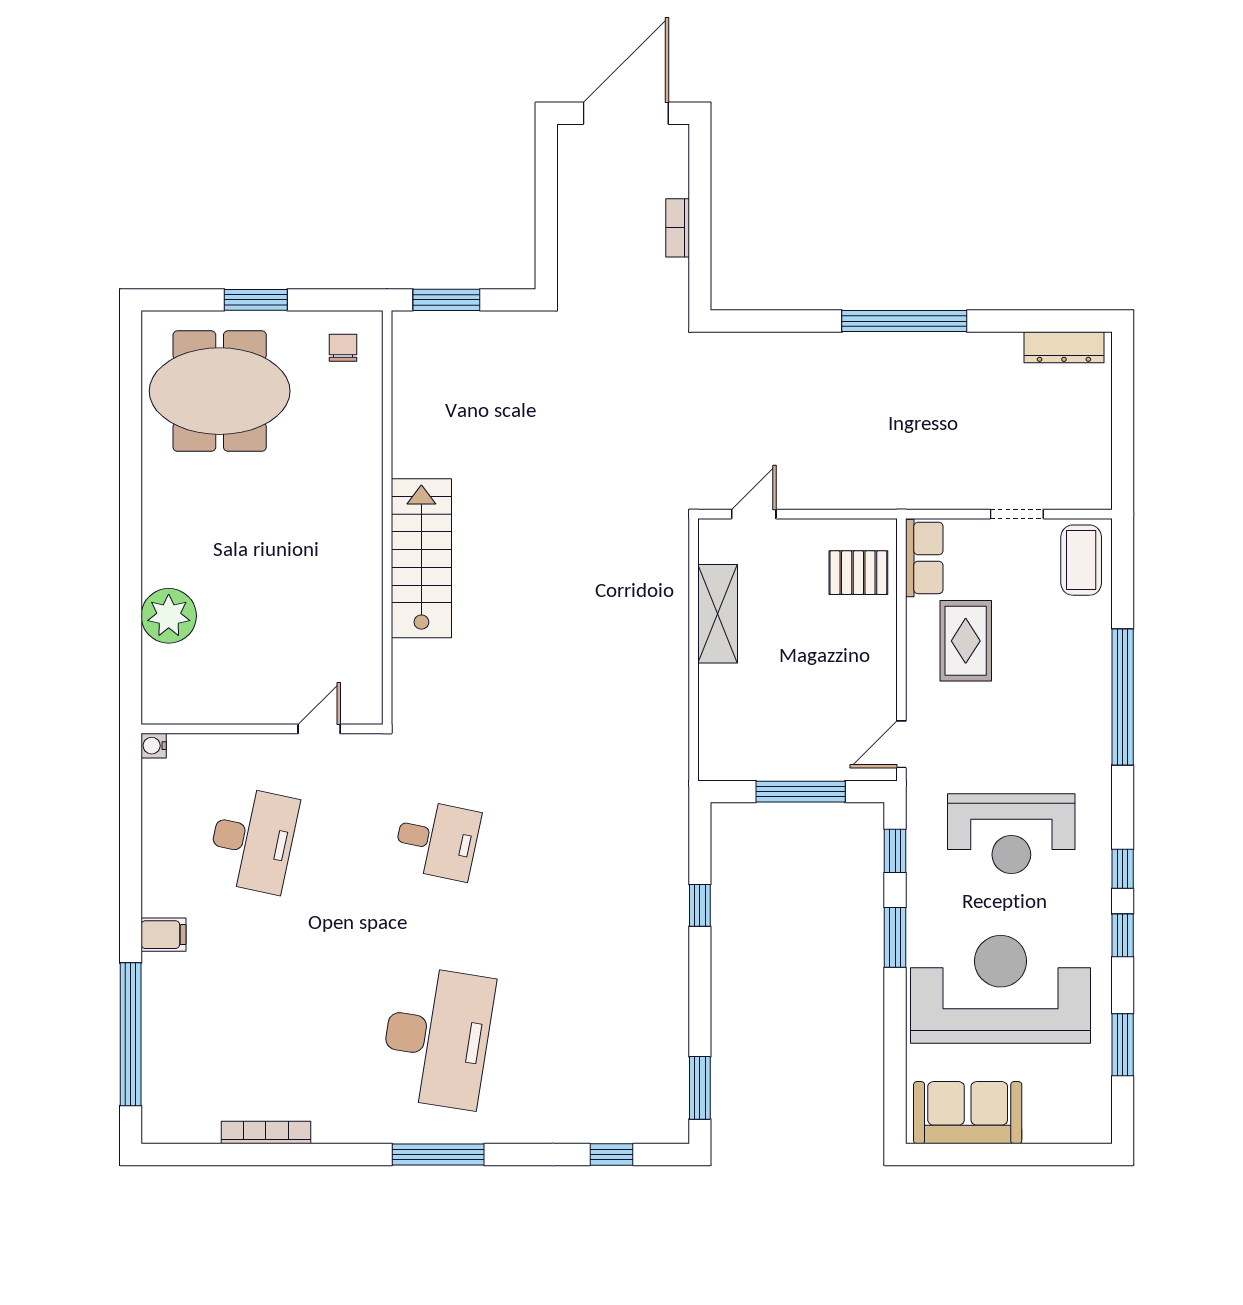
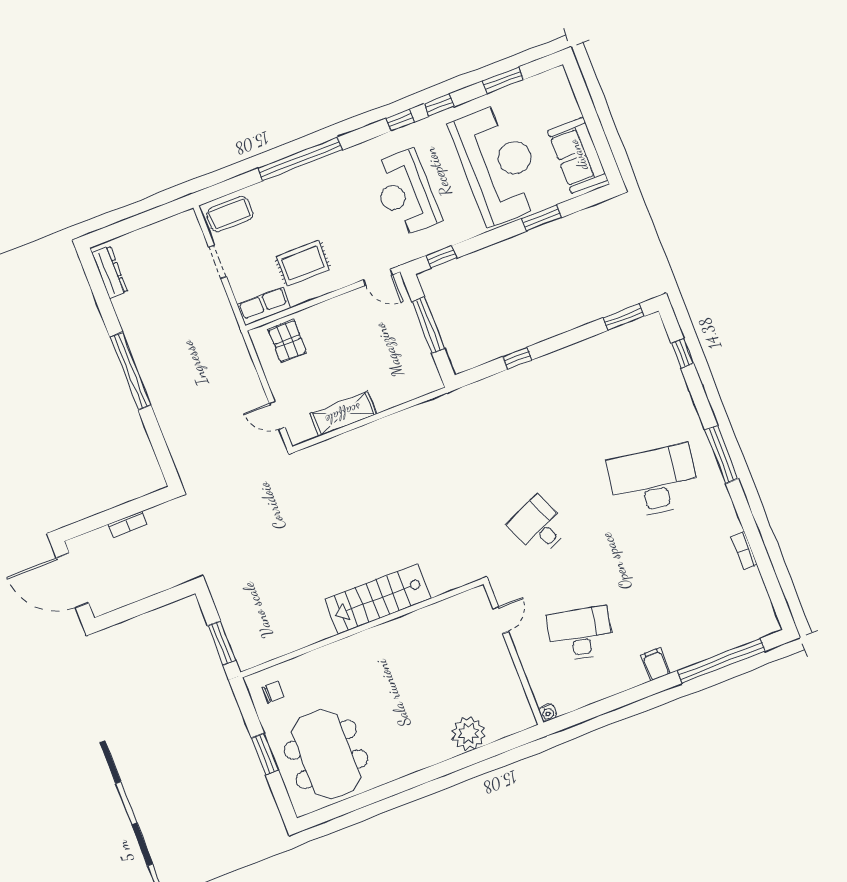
chair: (343, 348) -> (273, 692), turned 180
door: (319, 729) -> (501, 620), swing flipped
reception desk: (1011, 834) -> (405, 193), turned 180
desk: (437, 840) -> (538, 526), turned -36
window: (895, 937) -> (542, 218), moved
reception desk: (1001, 989) -> (498, 164), turned 180
bookcase: (266, 1133) -> (744, 550), width x0.64

